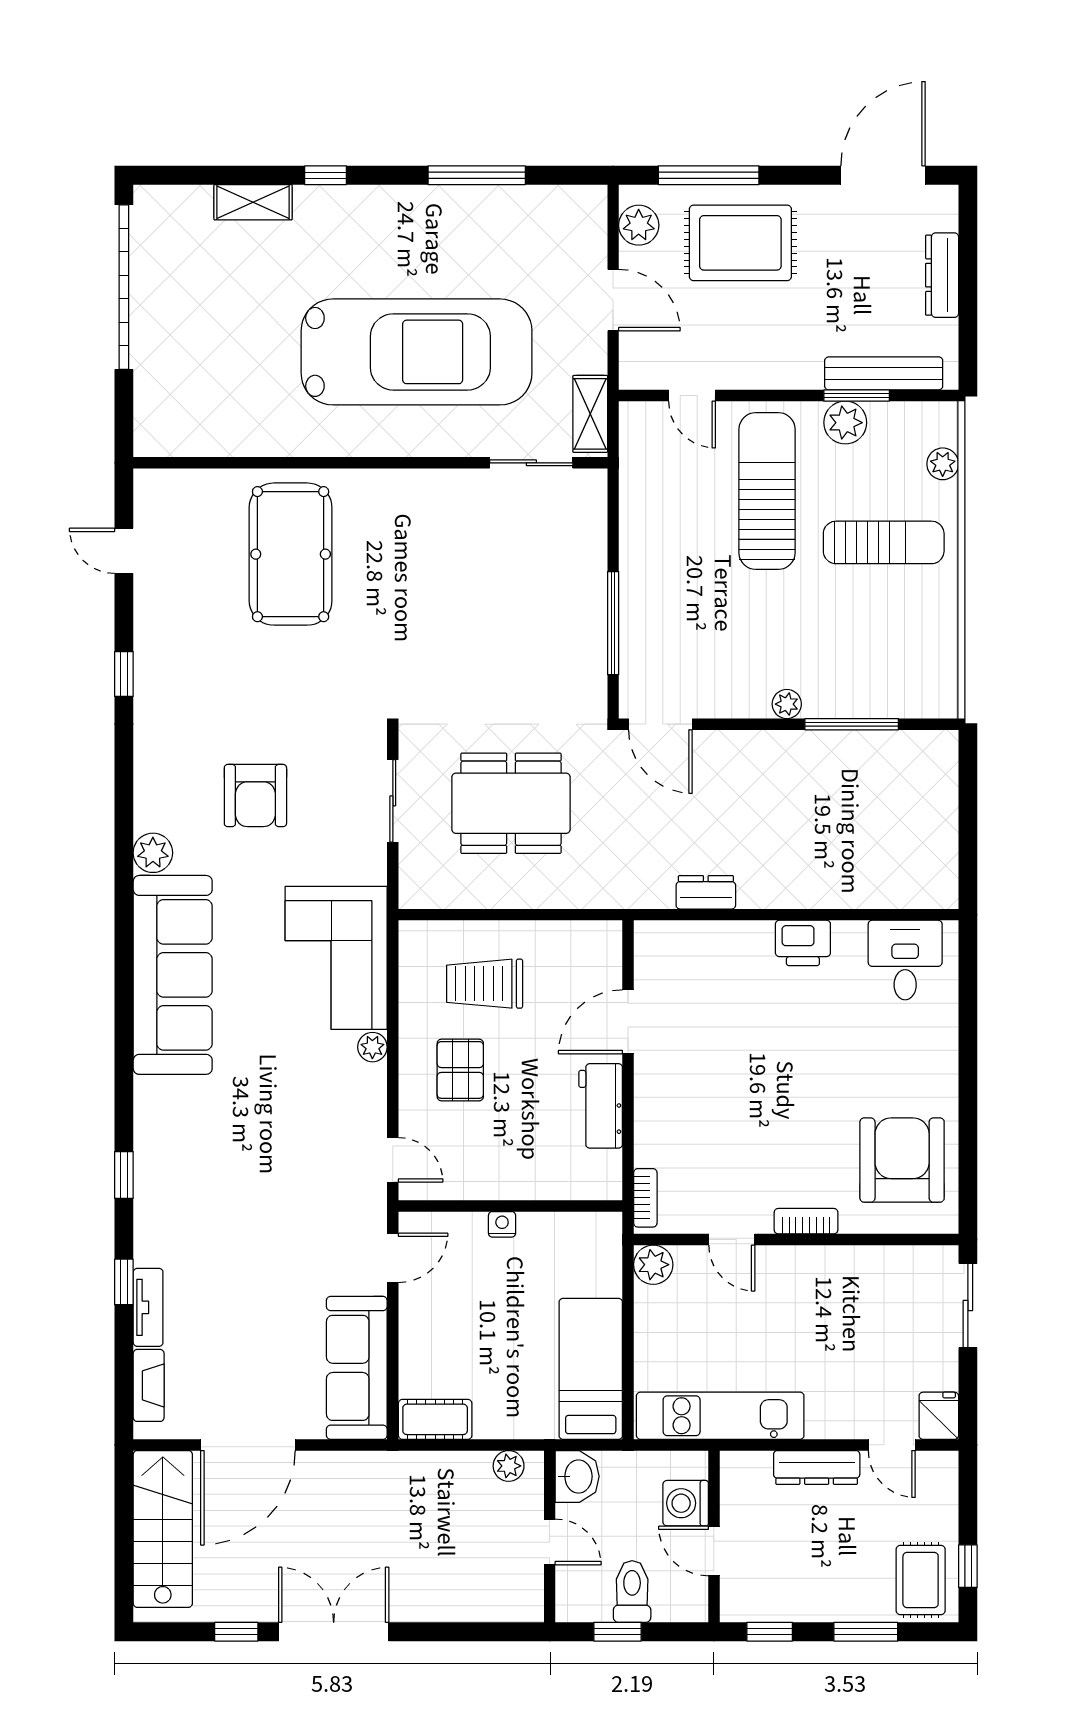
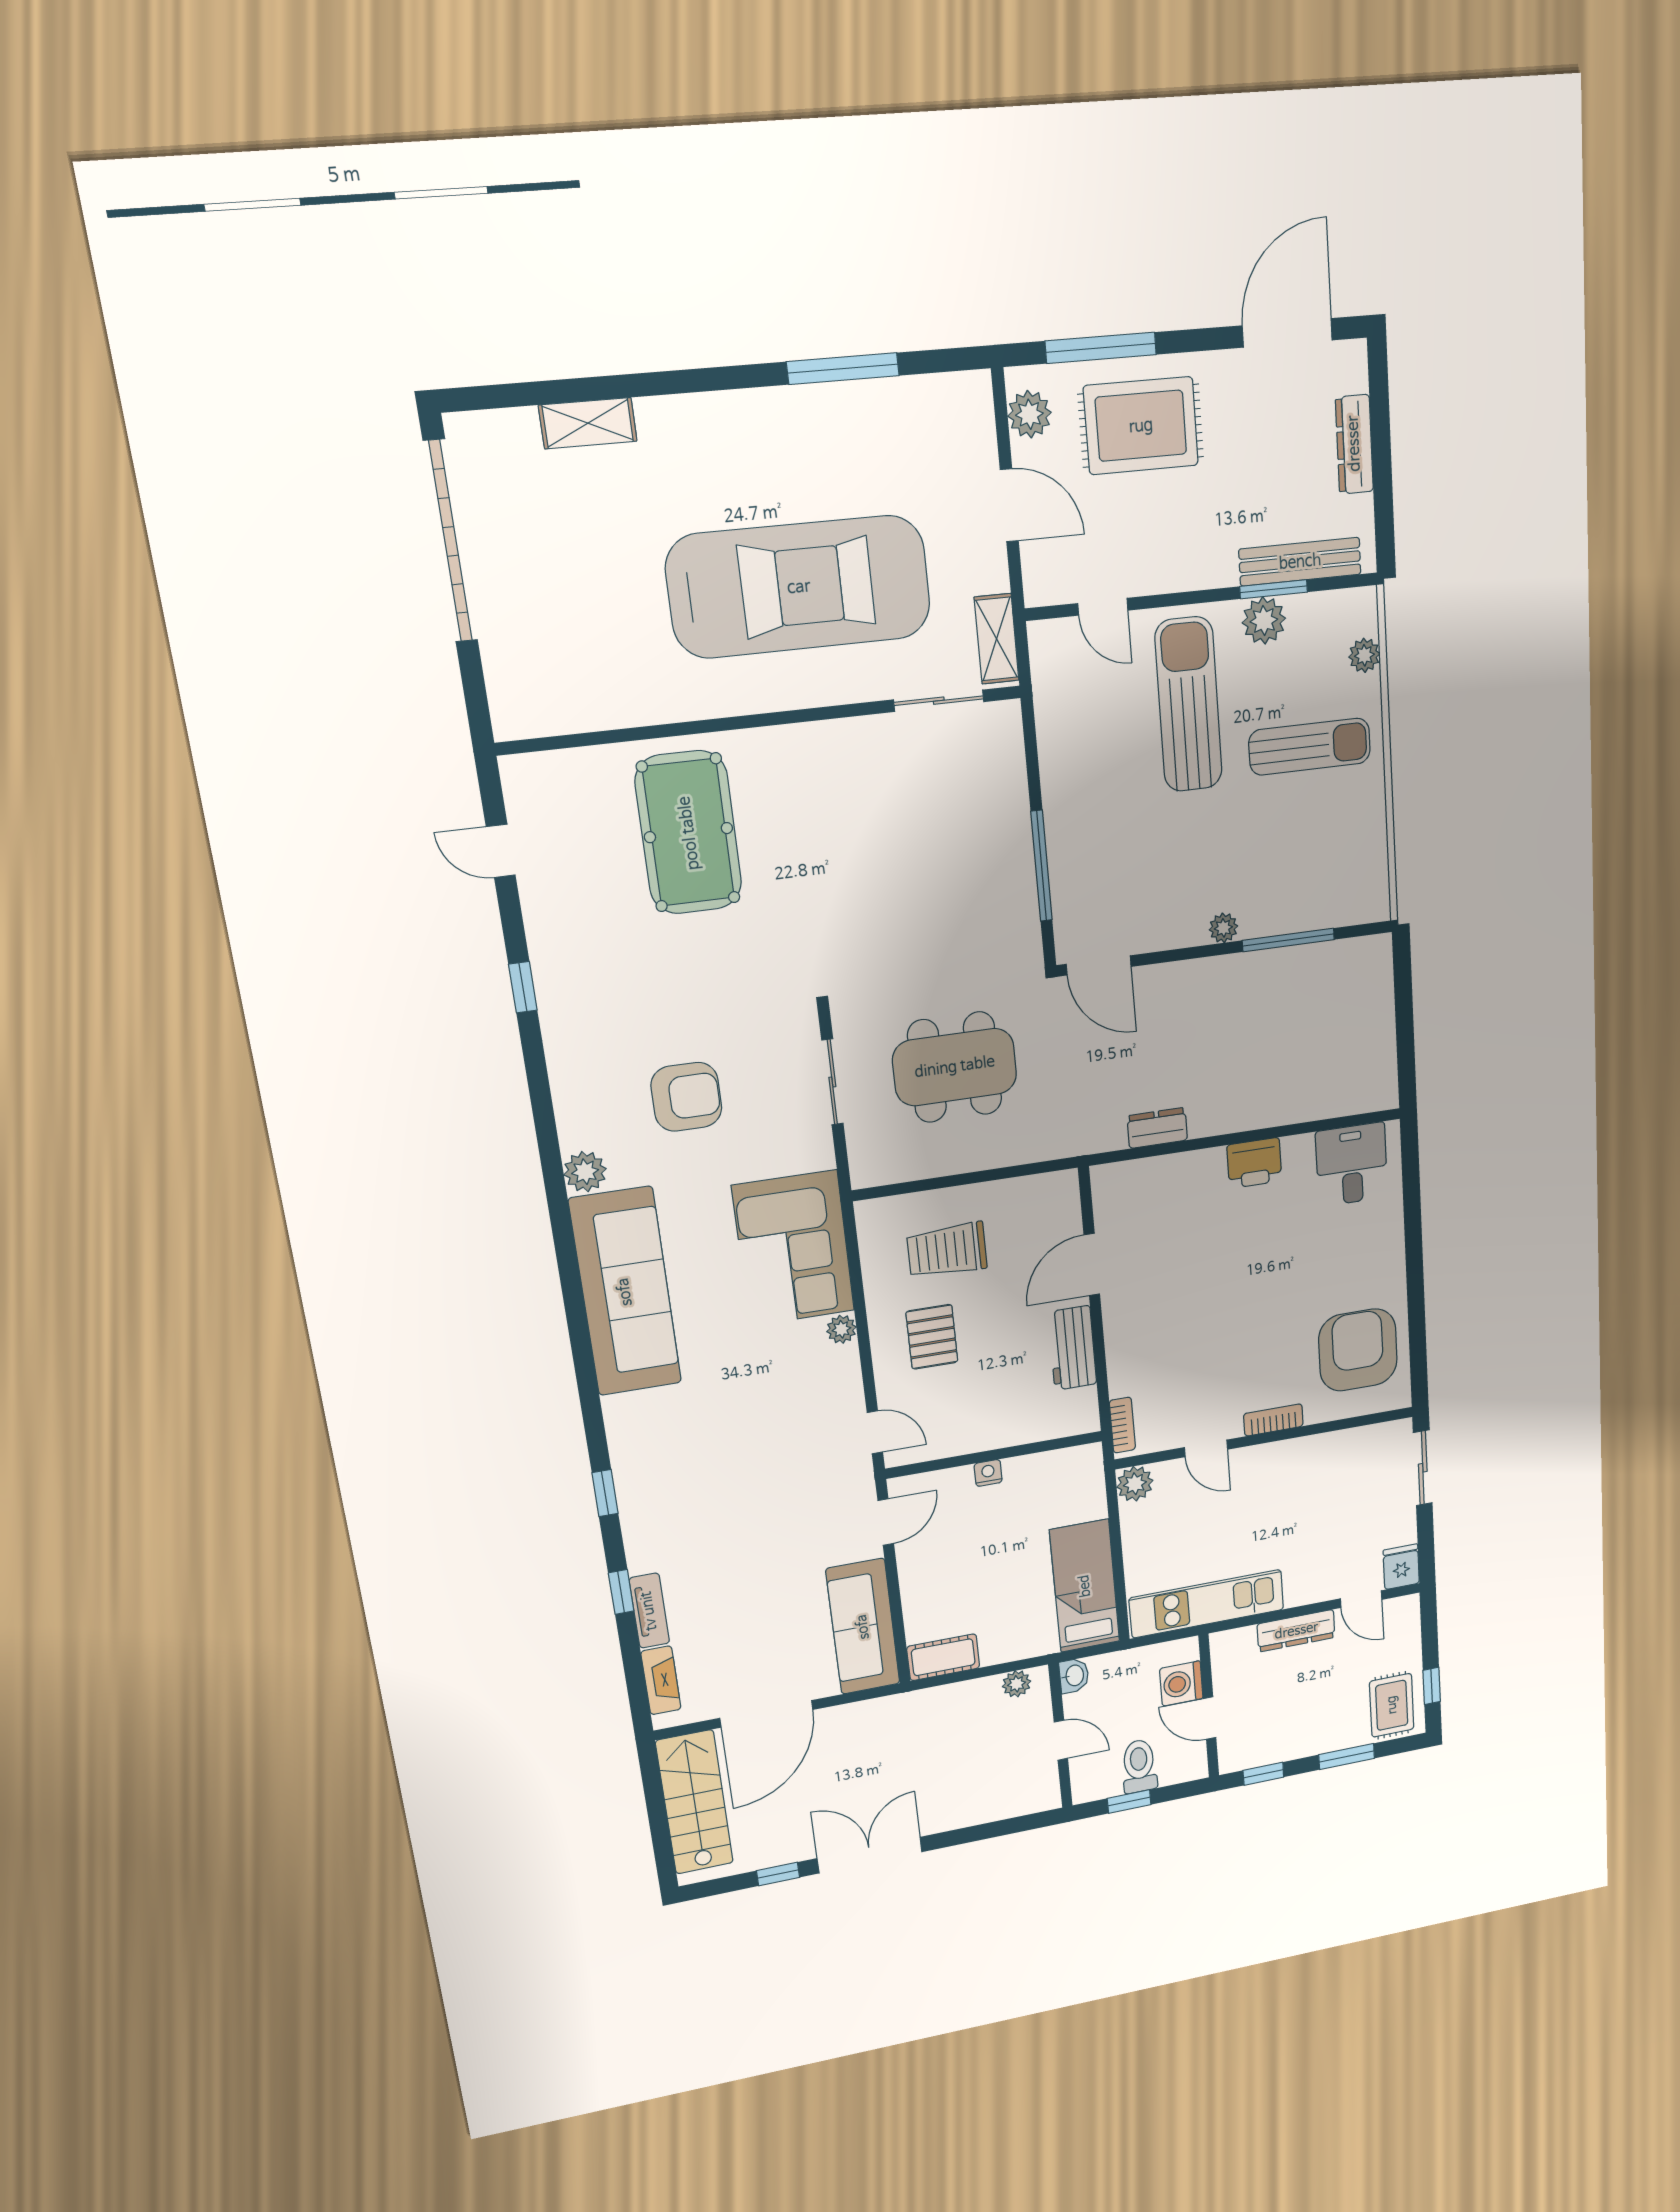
window: (326, 175) -> (669, 383), removed
armchair: (255, 796) -> (686, 1097), turned -90
washbasin: (577, 1476) -> (1074, 1676), width x0.72, depth x0.69

